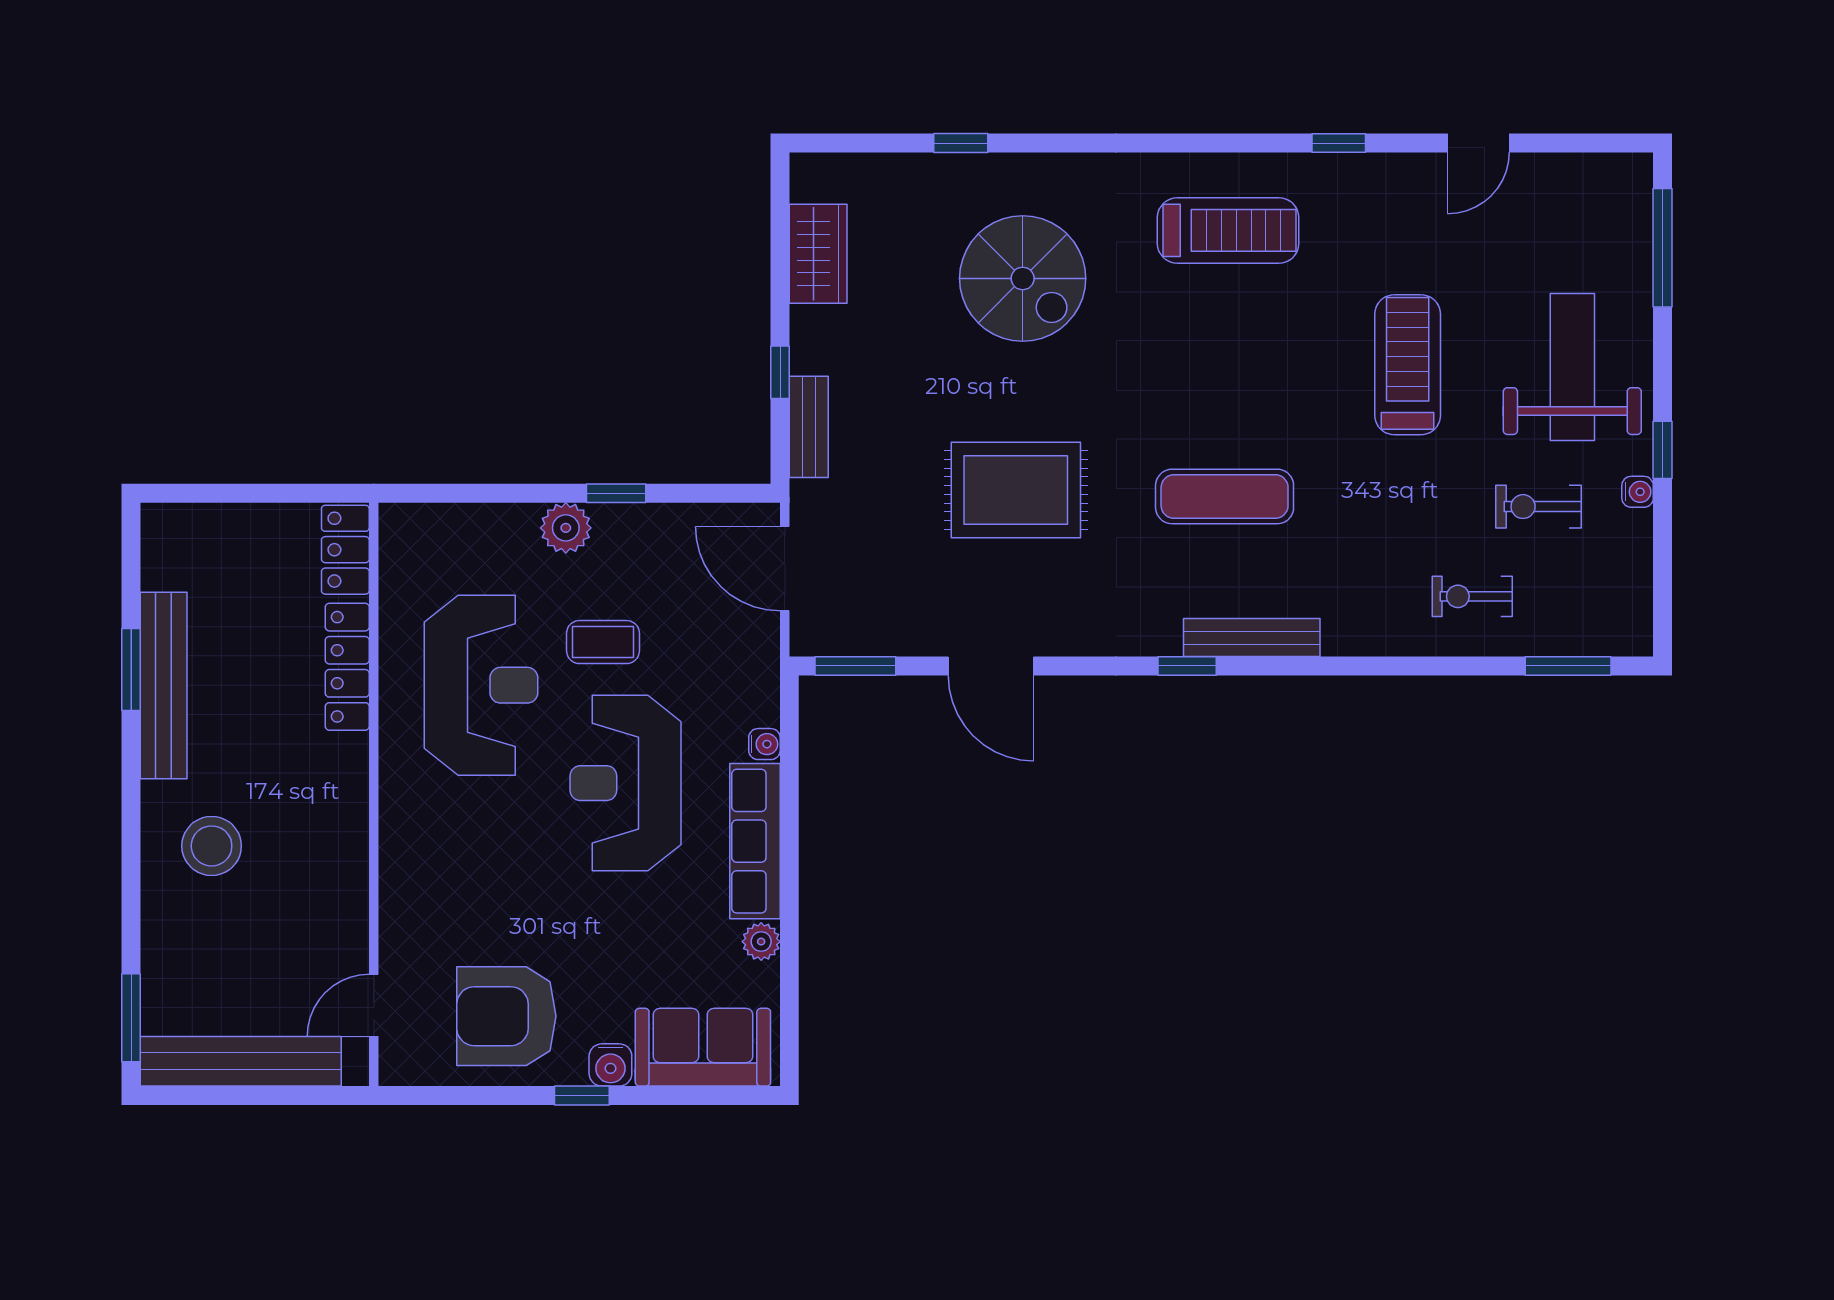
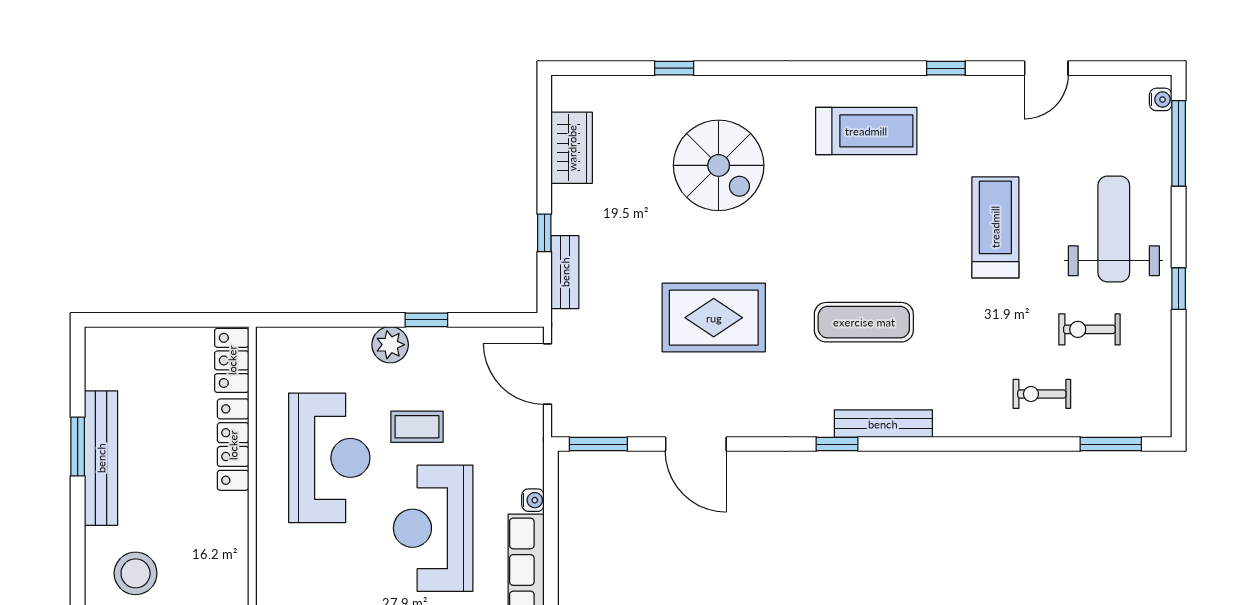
water cooler: (1638, 492) -> (1161, 99), moved

